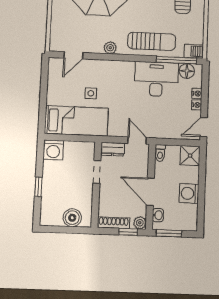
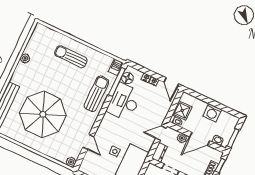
plant: (110, 48) -> (71, 162), moved
door: (73, 55) -> (88, 142), moved
shower: (190, 156) -> (182, 110), moved
plant: (140, 223) -> (182, 138), moved

